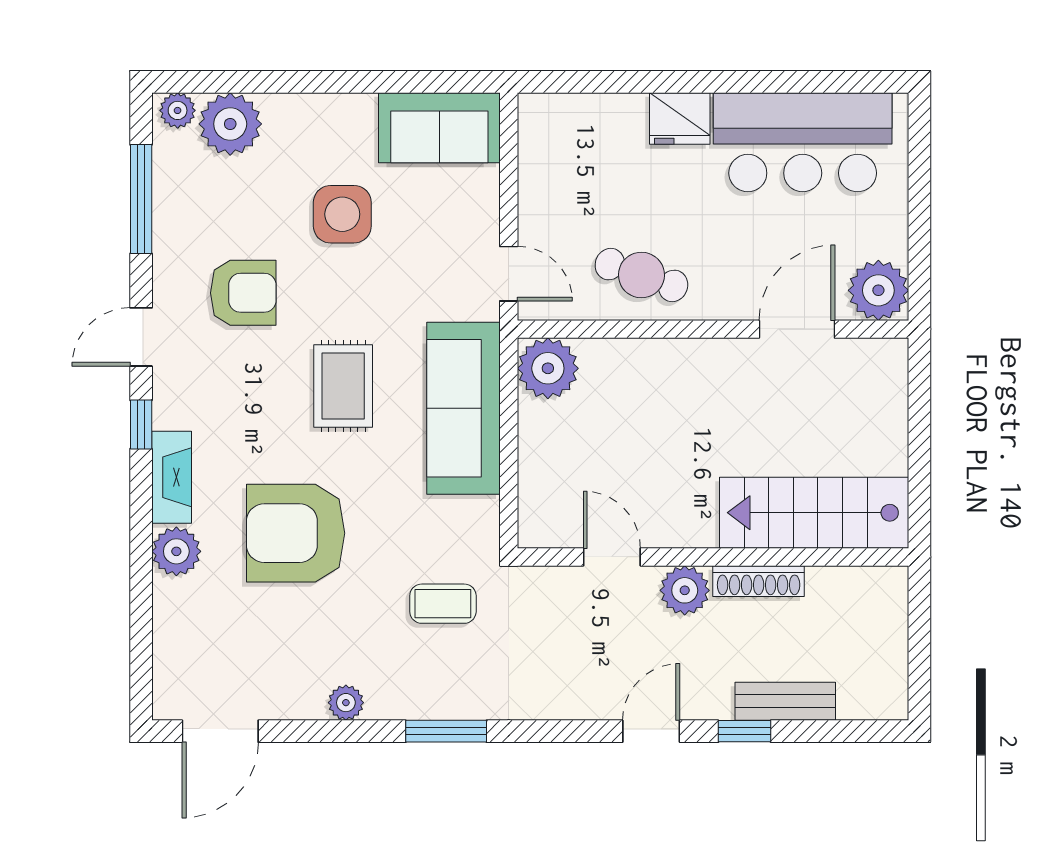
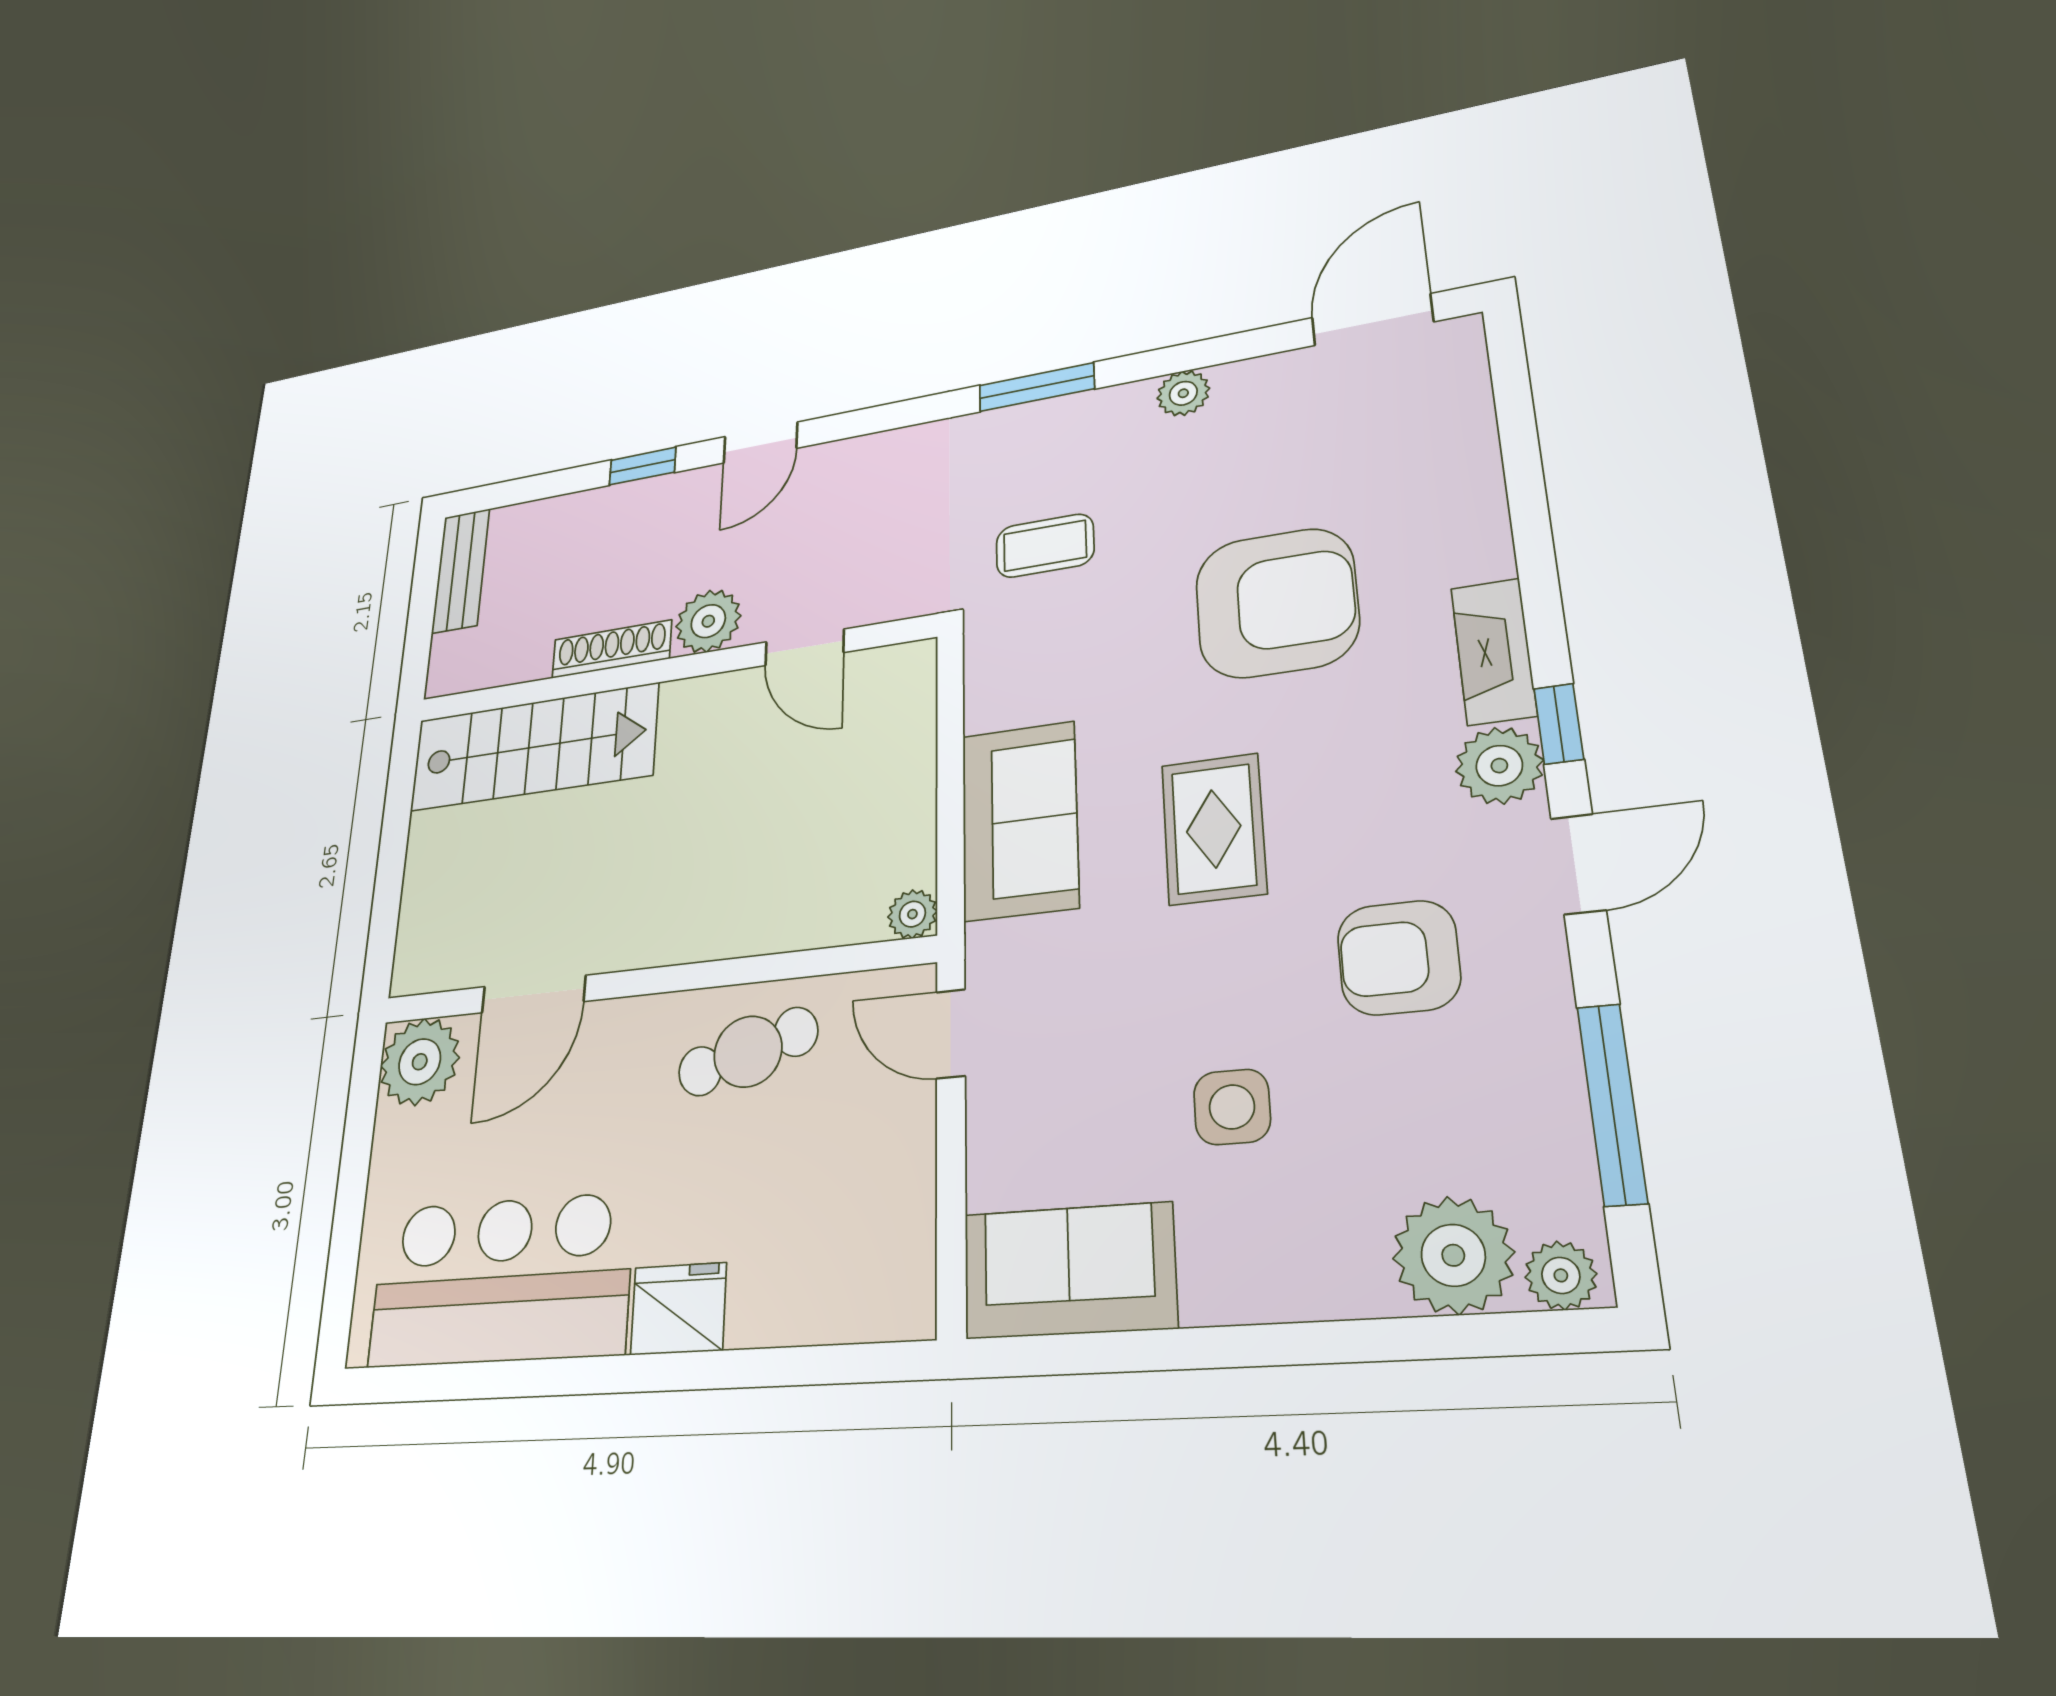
side table: (342, 214) -> (1232, 1107), width x0.73, depth x0.73
cafe table: (641, 275) -> (748, 1052), turned -36
plant: (548, 368) -> (912, 914), width x0.53, depth x0.53
sofa: (463, 408) -> (1020, 820), width x0.73
plant: (176, 551) -> (1499, 766), moved
bench: (785, 701) -> (461, 571), moved, turned 90

